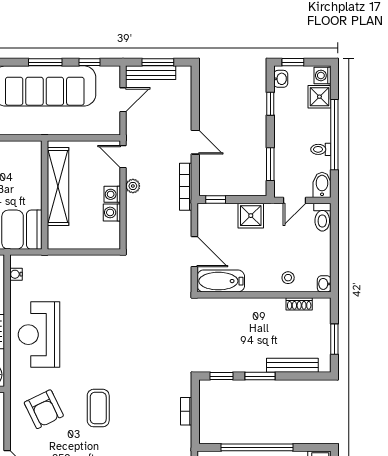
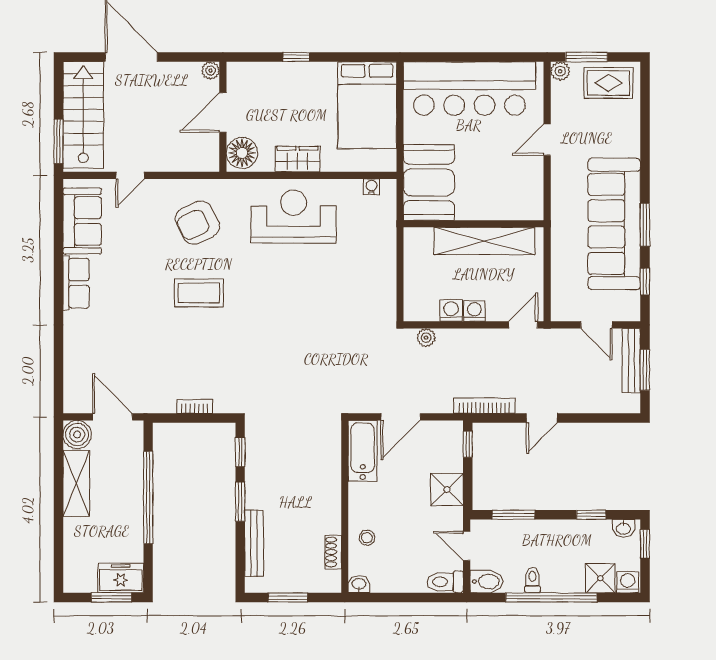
plant: (133, 186) -> (426, 338), moved

